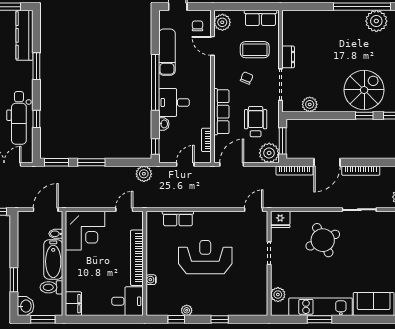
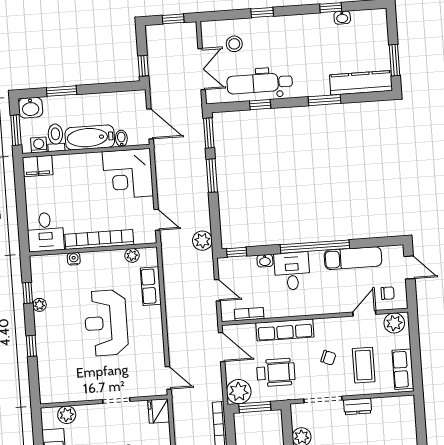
plant: (152, 232) -> (132, 255), added
reception desk: (205, 257) -> (106, 323), turned 180
washing machine: (56, 302) -> (39, 145), added

